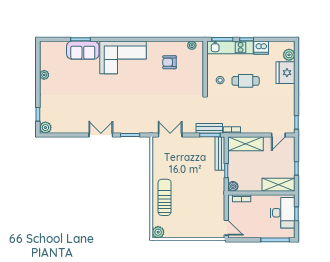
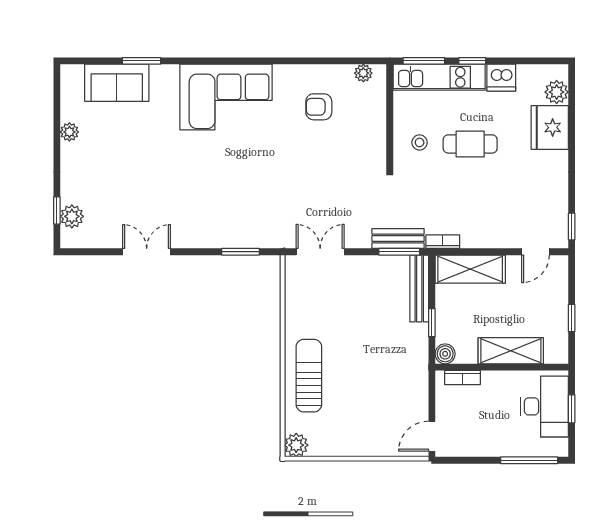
sofa: (83, 50) -> (117, 83), moved
plant: (45, 128) -> (72, 216), moved
double door: (101, 135) -> (147, 252), moved
shelving: (278, 185) -> (511, 351), moved
door: (226, 228) -> (432, 436), swing flipped

